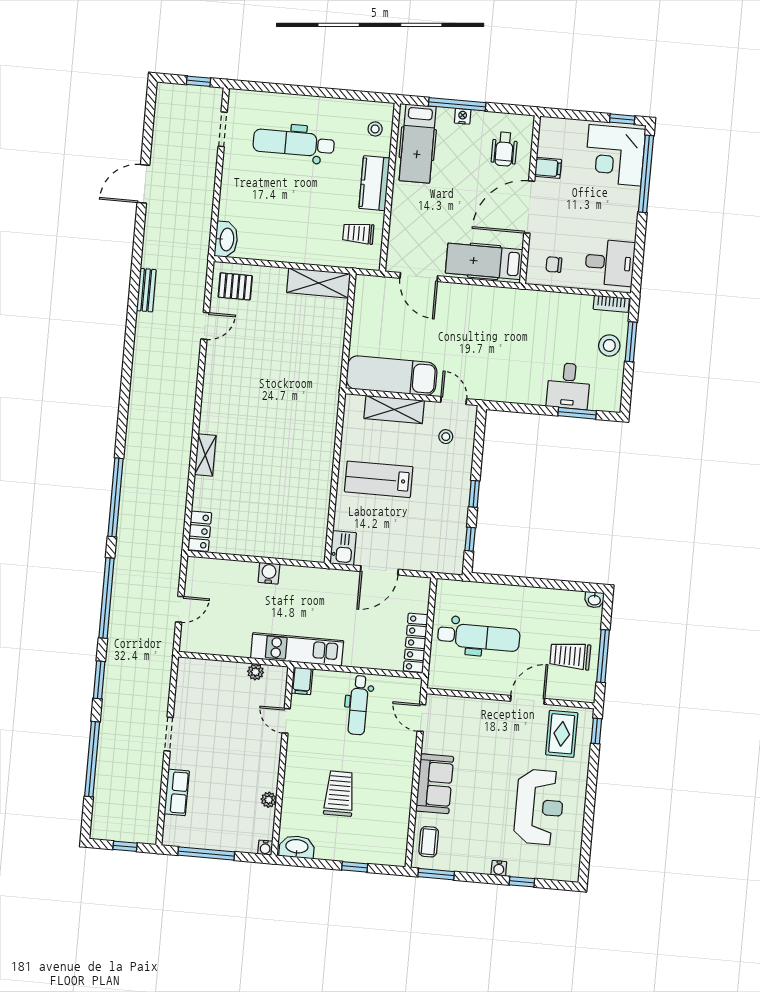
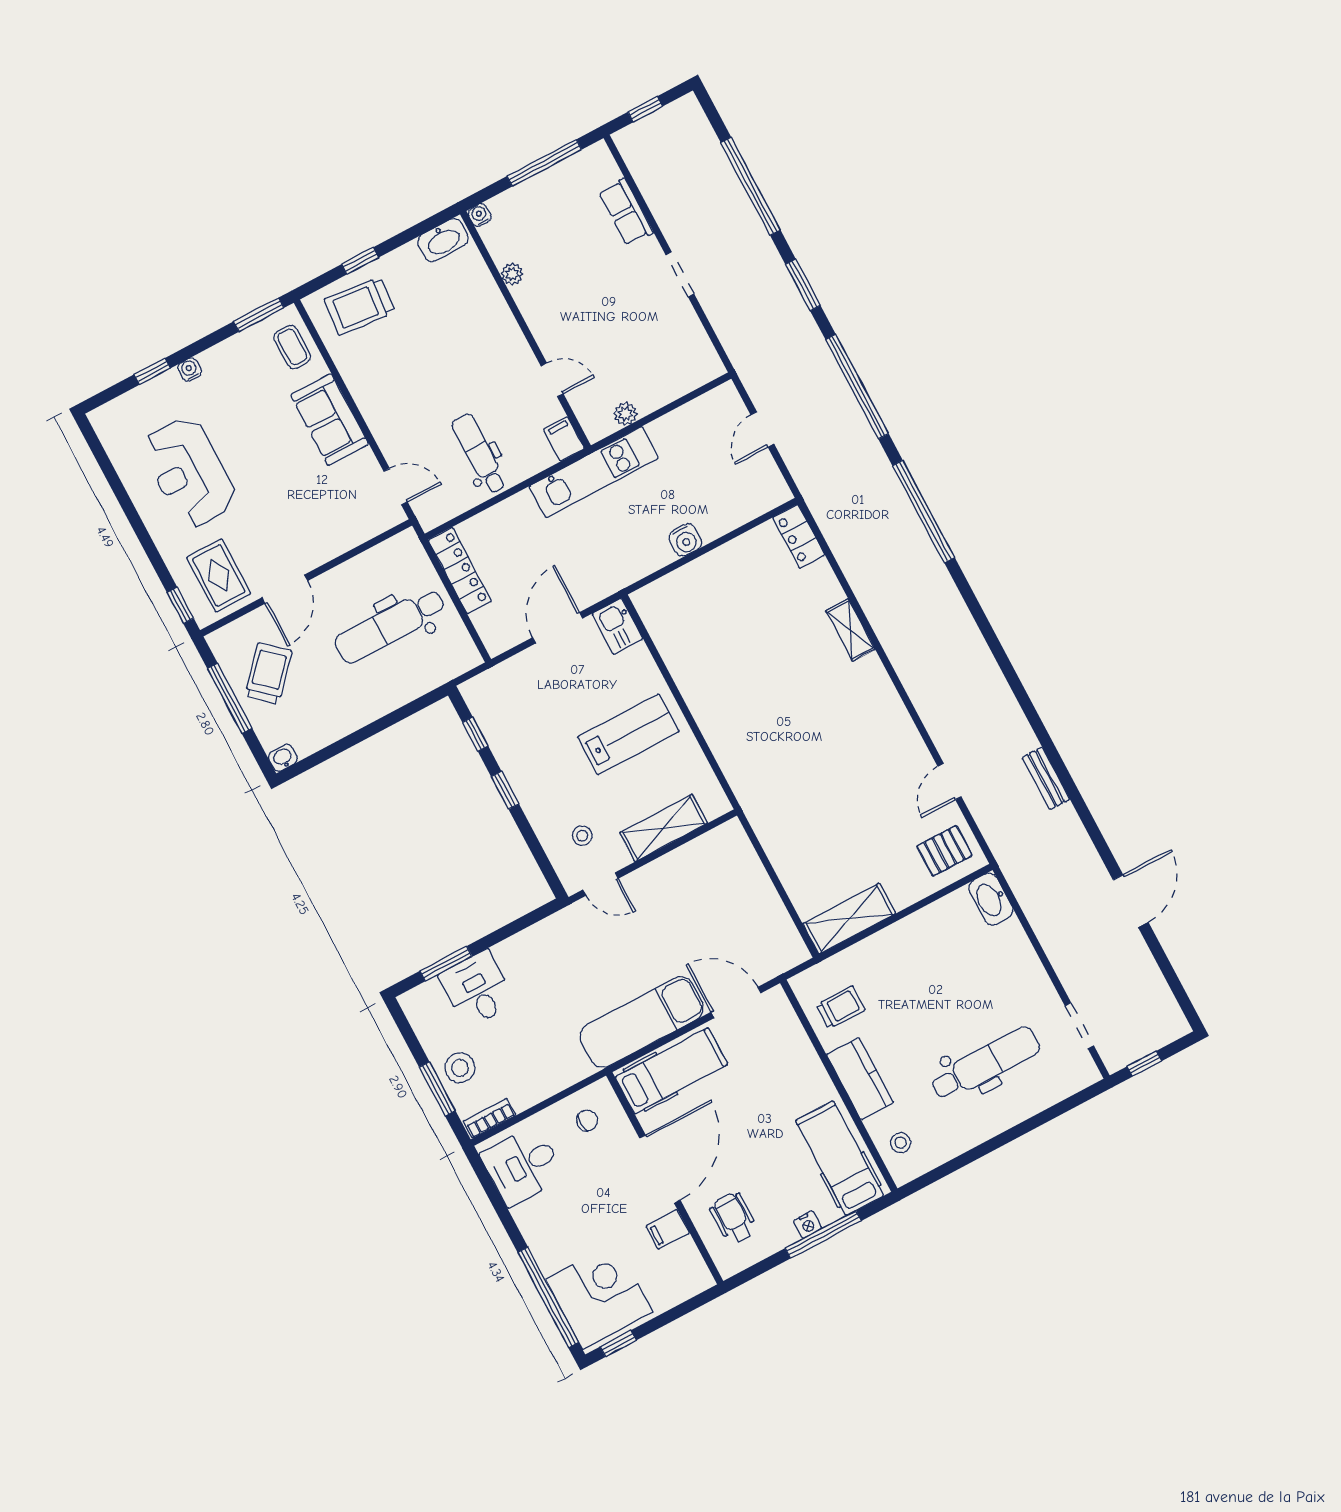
exam couch: (392, 376) -> (642, 1022), moved, turned 180
trolley: (570, 656) -> (268, 674), turned -48
trolley: (339, 794) -> (359, 306), moved, turned 96

